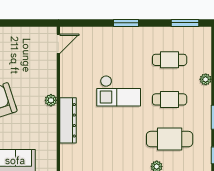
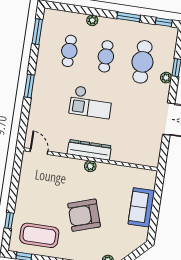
checkout: (119, 91) -> (91, 102), turned 90
dresser: (68, 120) -> (89, 150), moved

